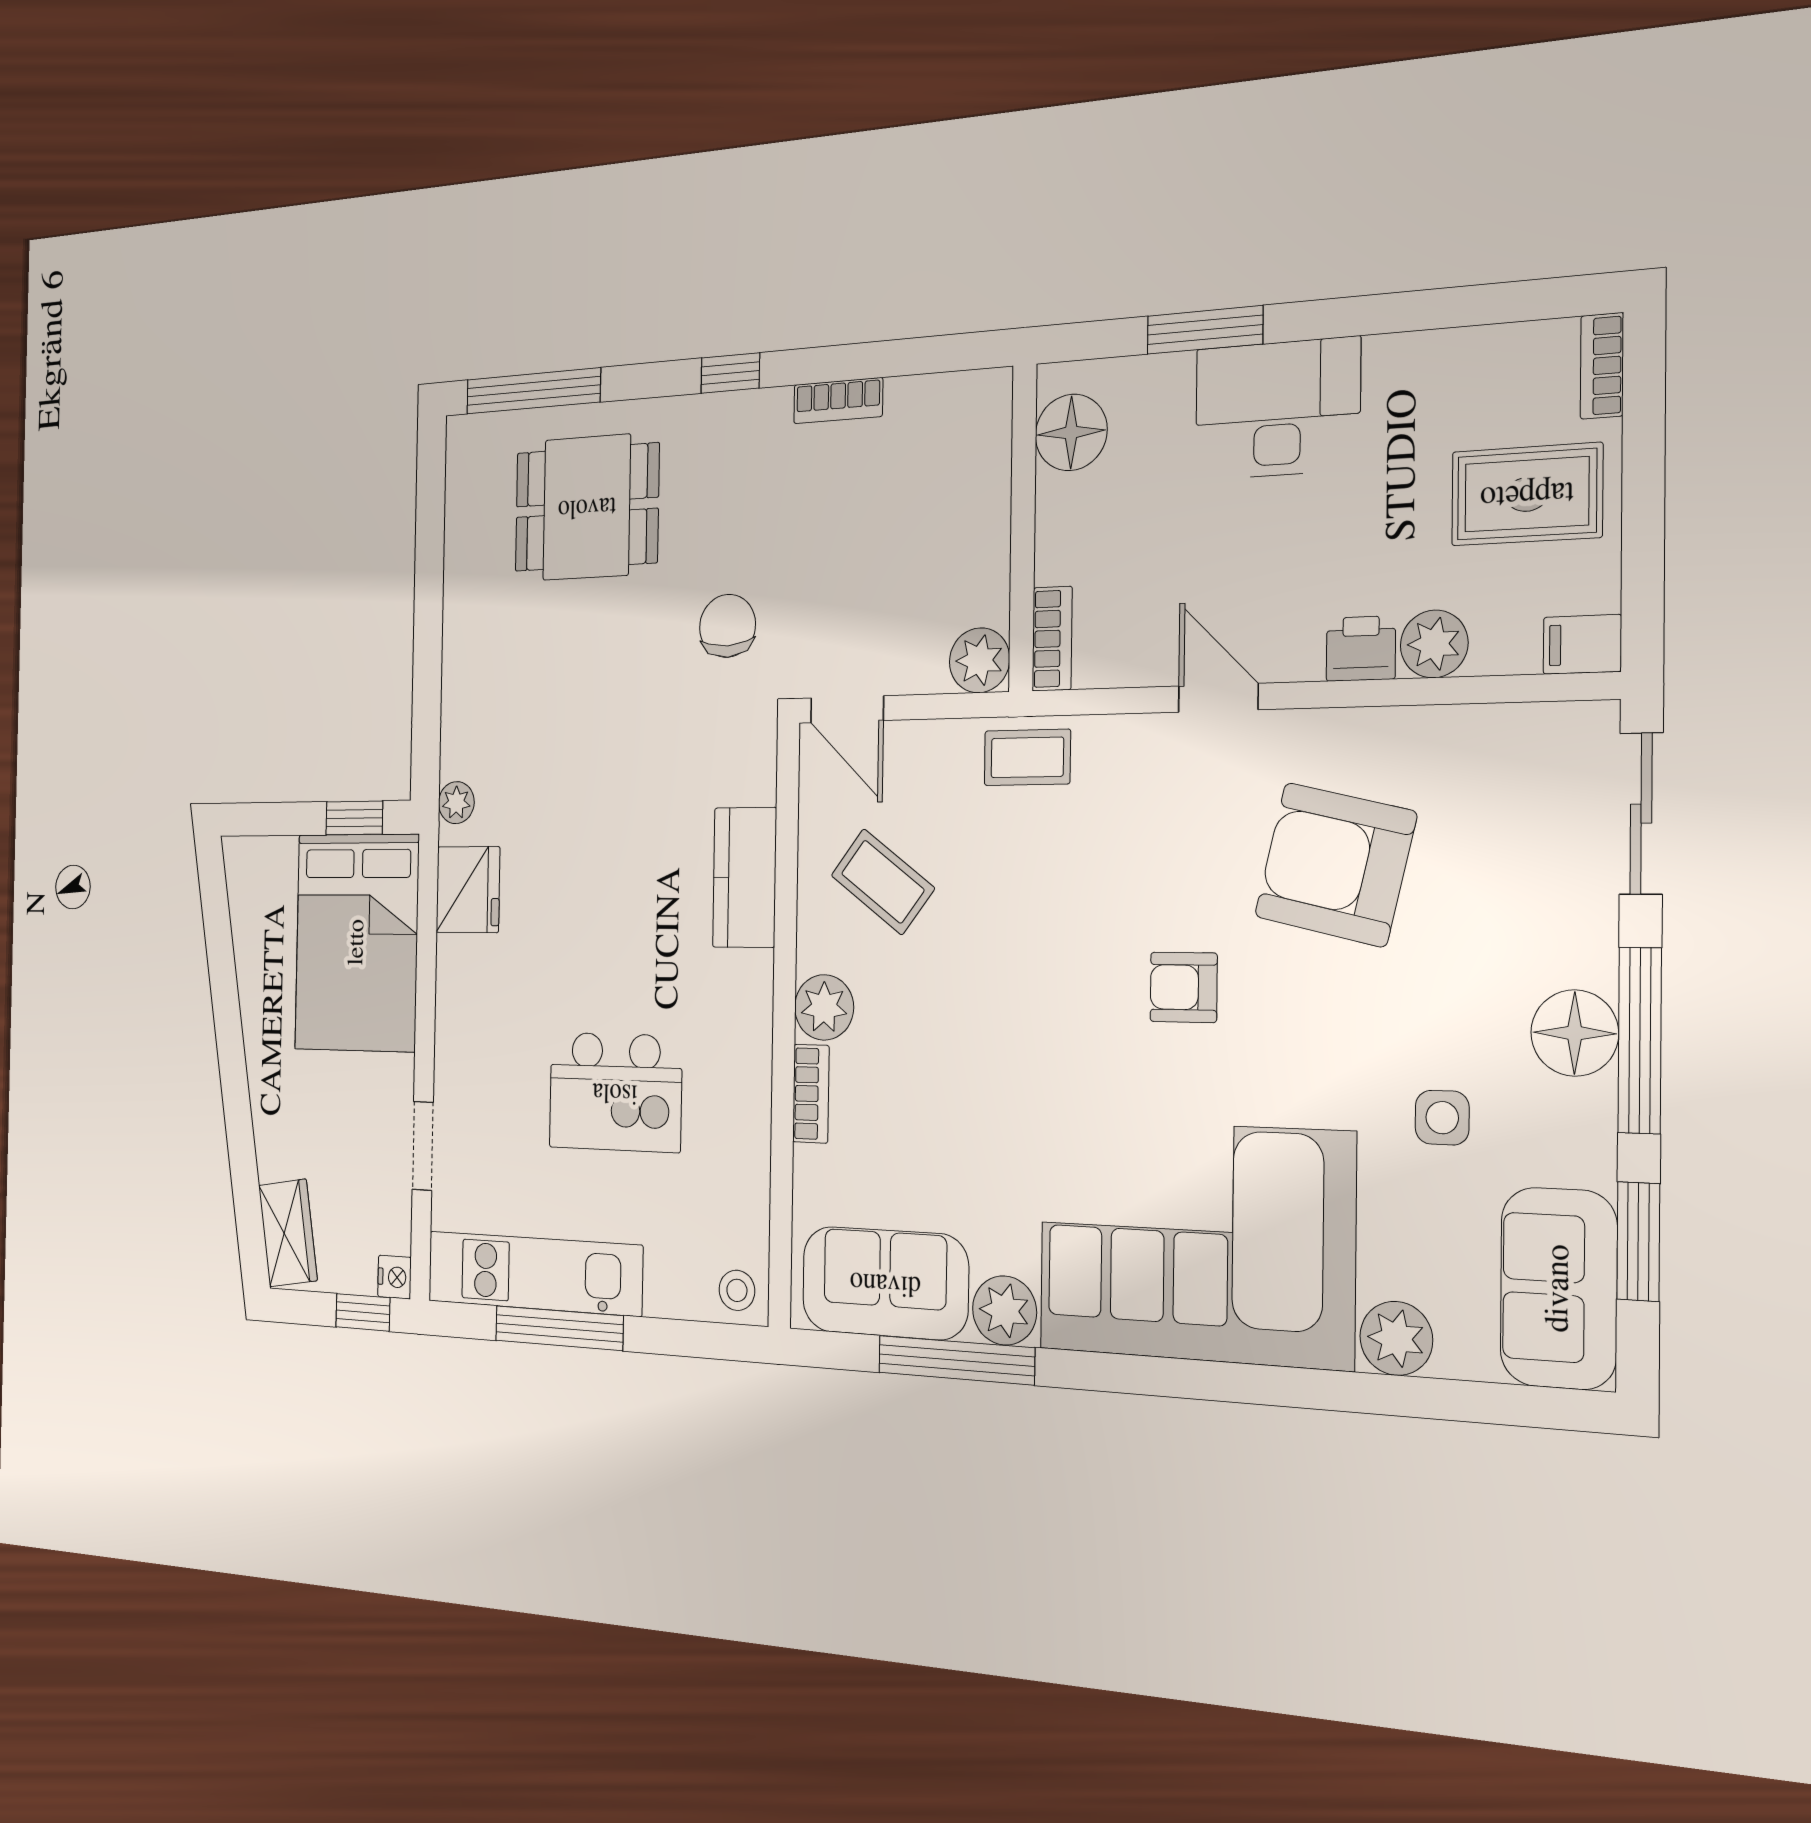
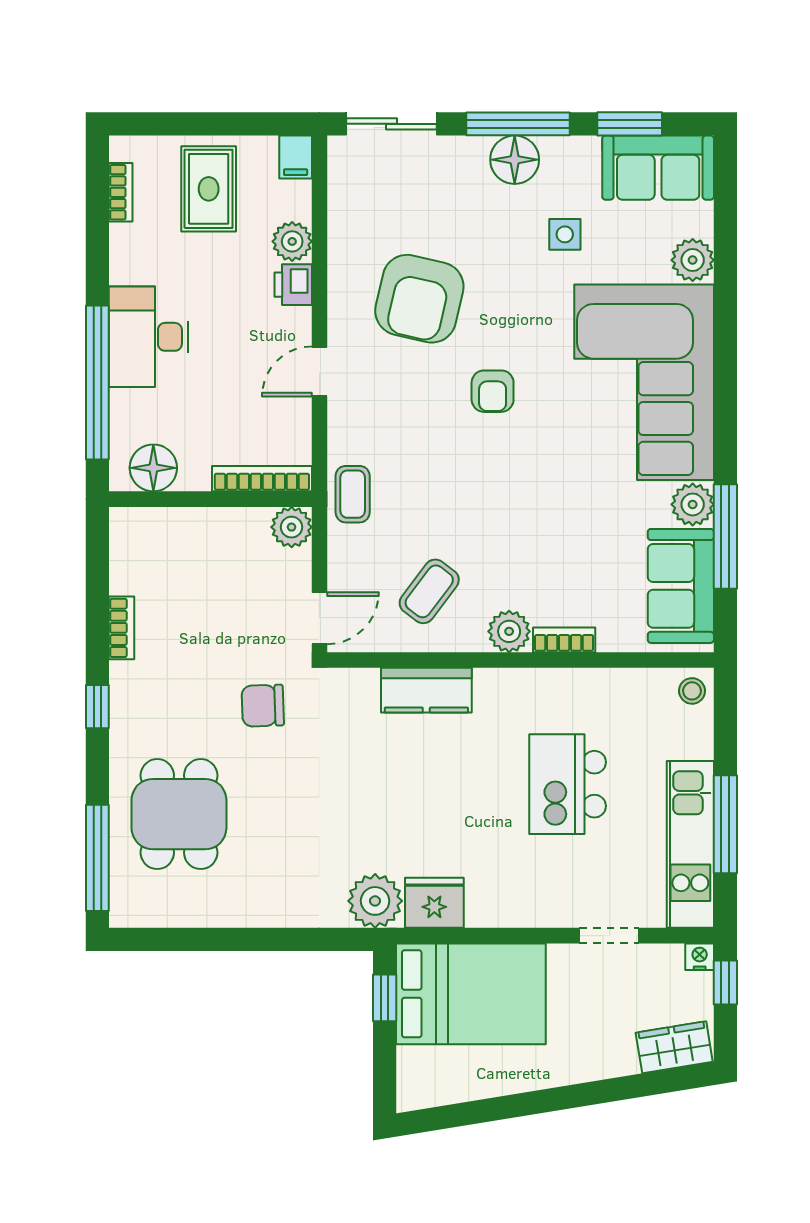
window: (1205, 330) -> (97, 383), width x2.11
bookcase: (1602, 366) -> (121, 192), moved, turned -90
bookcase: (1052, 639) -> (262, 479), width x1.56
plant: (456, 803) -> (375, 901), width x1.88, depth x1.88
kitchen island: (615, 1092) -> (568, 784), turned 180

